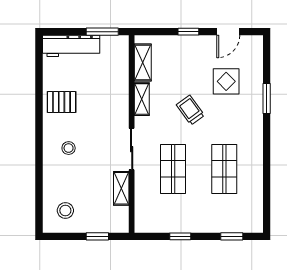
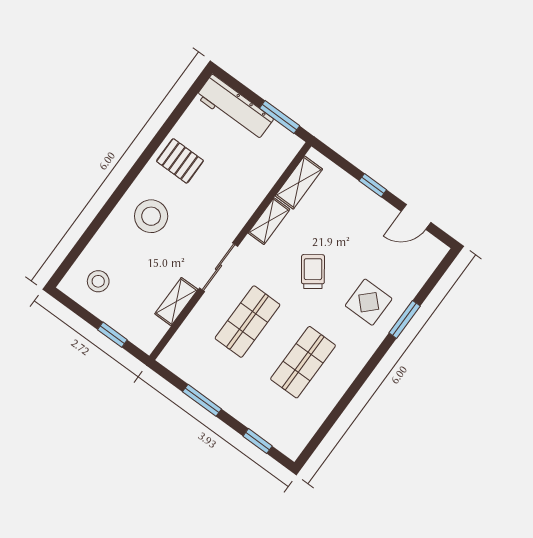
display table: (226, 81) -> (369, 302), moved
stool: (69, 148) -> (151, 216), width x1.89, depth x1.89
window: (180, 236) -> (202, 400), width x1.50

